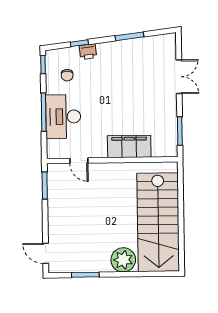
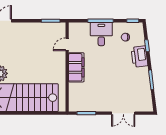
printer: (88, 52) -> (139, 57), width x1.87, depth x1.48
desk: (63, 117) -> (101, 34), width x0.73
filing cabinet: (129, 146) -> (76, 67), moved

